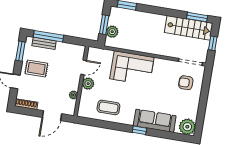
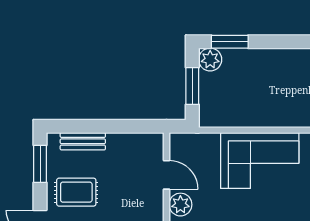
plant: (112, 32) -> (210, 60), moved
window: (48, 36) -> (89, 126), removed
door: (84, 67) -> (167, 175), hinge flipped

